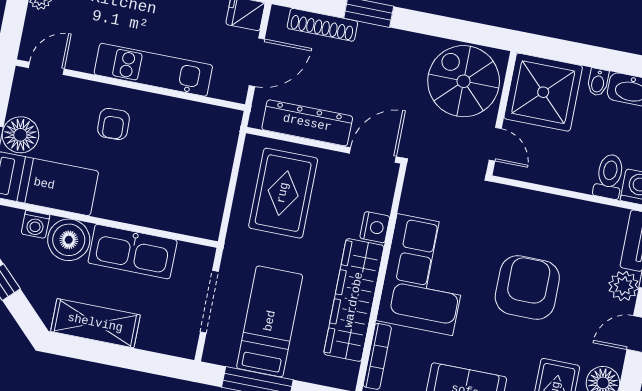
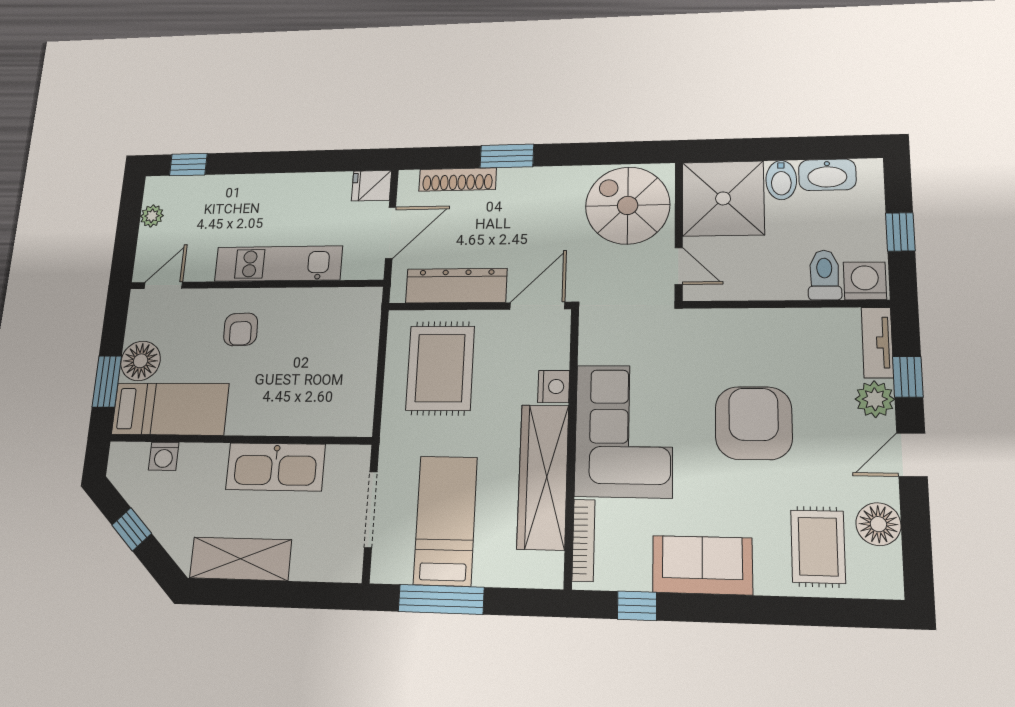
bidet: (598, 82) -> (781, 180), width x1.38, depth x1.36
boiler: (69, 240) -> (202, 467), removed

